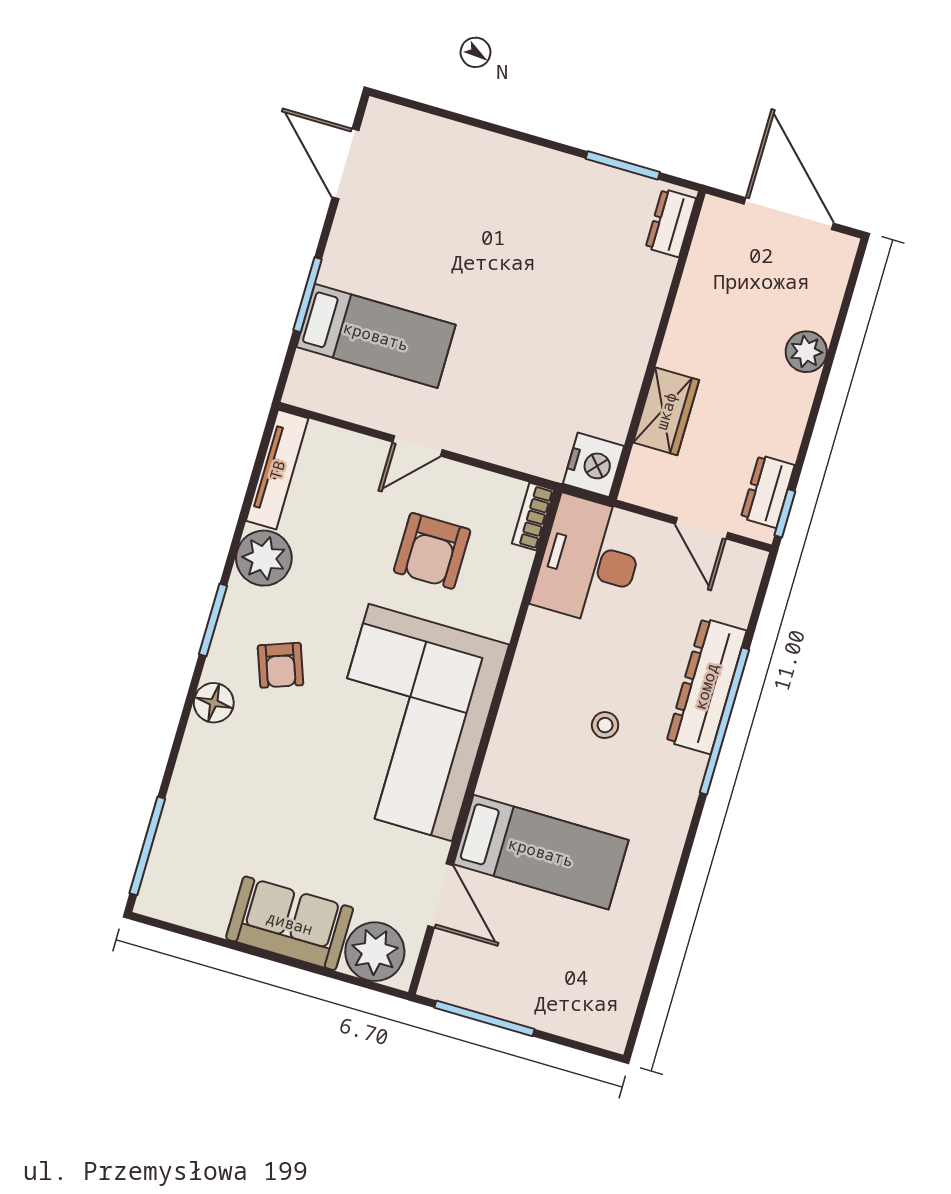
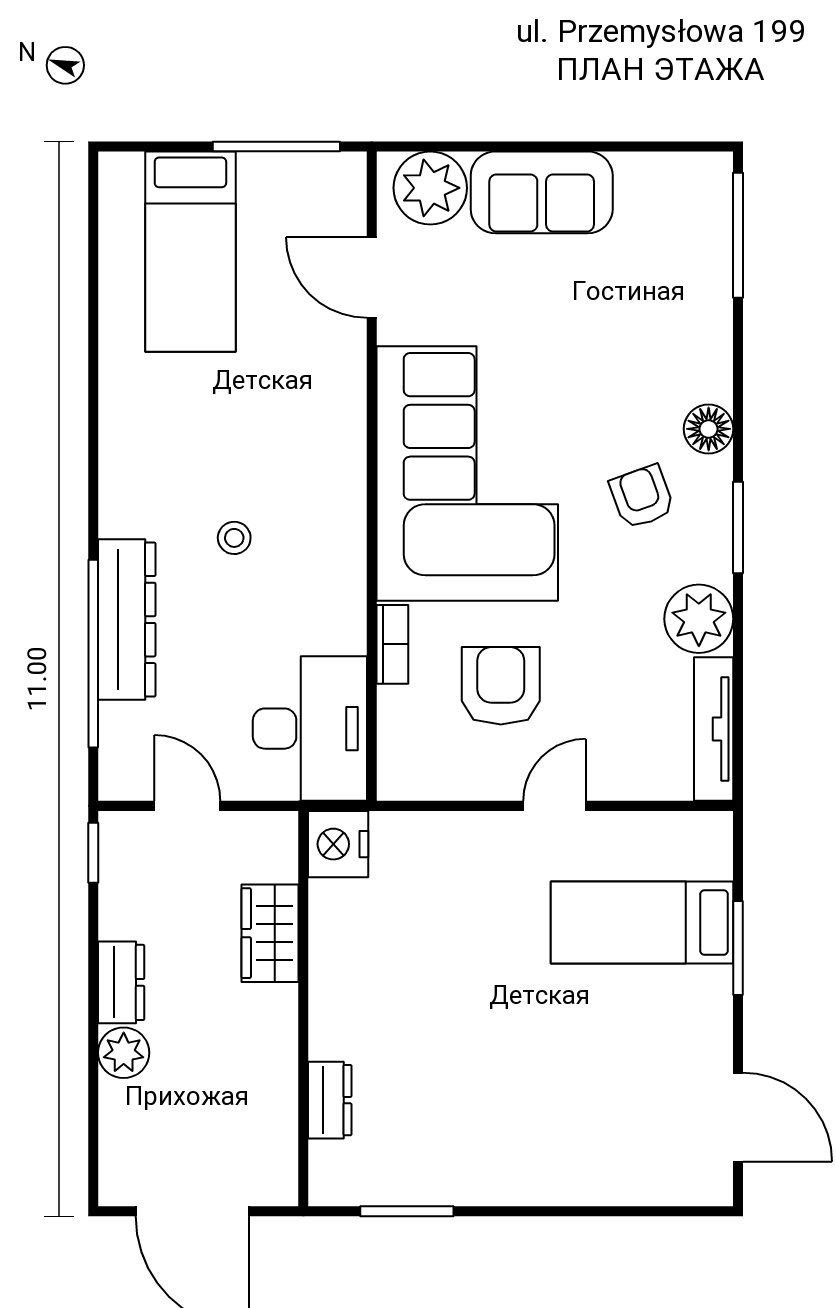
dresser: (671, 223) -> (330, 1100), moved
dresser: (768, 491) -> (121, 982), moved
bookcase: (533, 517) -> (392, 644), moved
window: (724, 721) -> (93, 654), moved
bed: (541, 852) -> (190, 252), moved, turned -90

